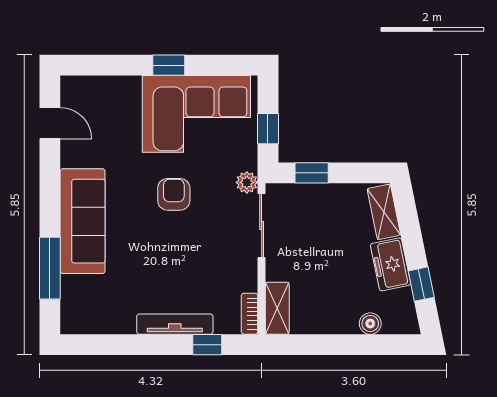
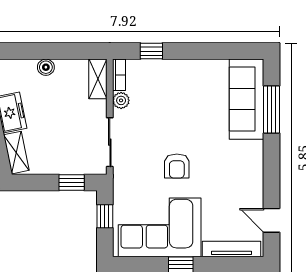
plant: (247, 182) -> (121, 100), moved
sofa: (83, 221) -> (247, 99), moved
tv unit: (175, 324) -> (231, 249), moved, turned 180
boiler: (370, 324) -> (46, 67), moved

